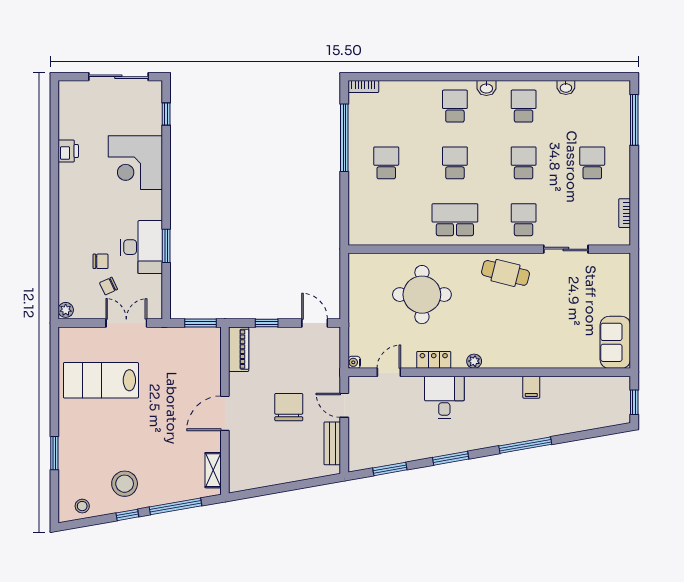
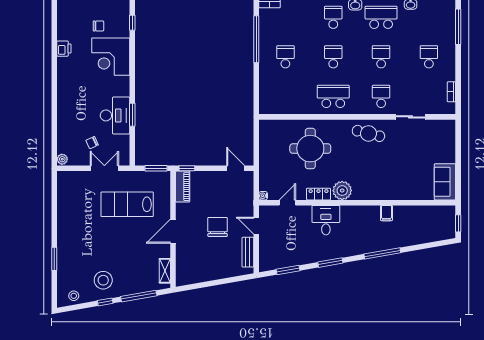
school desk: (524, 106) -> (381, 17), width x1.85
chair: (101, 261) -> (98, 26), moved
window: (267, 323) -> (187, 168), moved
plant: (474, 361) -> (342, 191), width x1.88, depth x1.88
lab bench: (101, 380) -> (127, 204), moved

